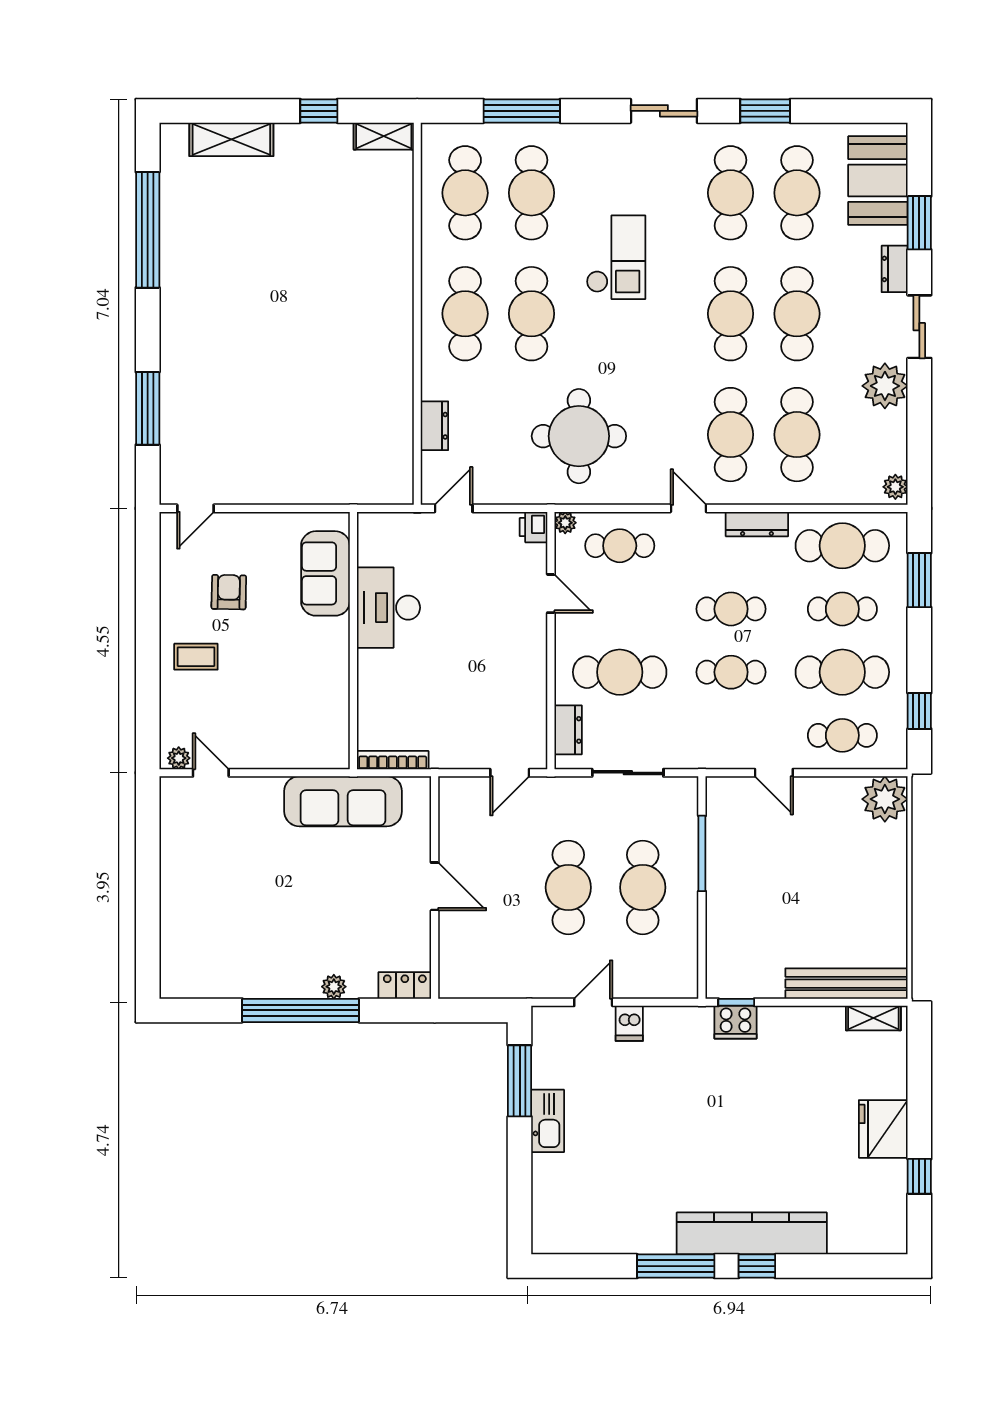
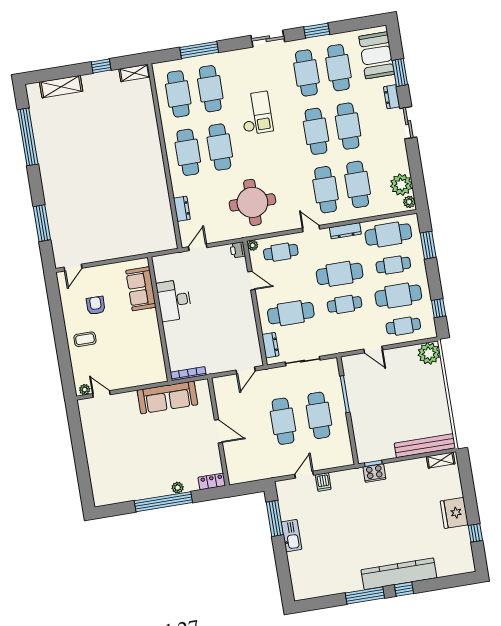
plant: (885, 386) -> (401, 185), moved
cafe table: (731, 609) -> (340, 274), width x1.37, depth x1.35

